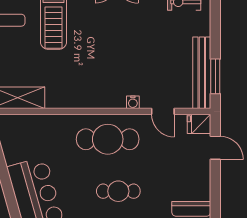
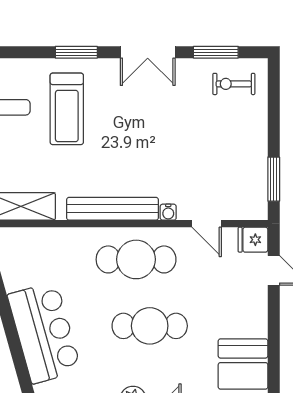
bench: (202, 73) -> (112, 209), moved, turned 90
cafe table: (118, 191) -> (150, 326), width x1.37, depth x1.35

